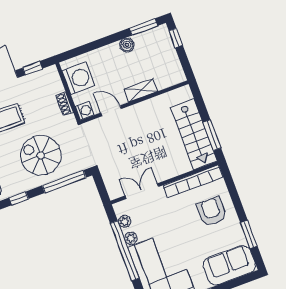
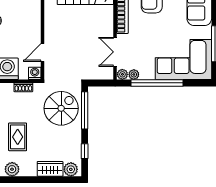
shelving: (141, 90) -> (35, 23), removed
spiral stairs: (41, 155) -> (61, 108), moved, turned 180
plant: (131, 238) -> (122, 74), moved

